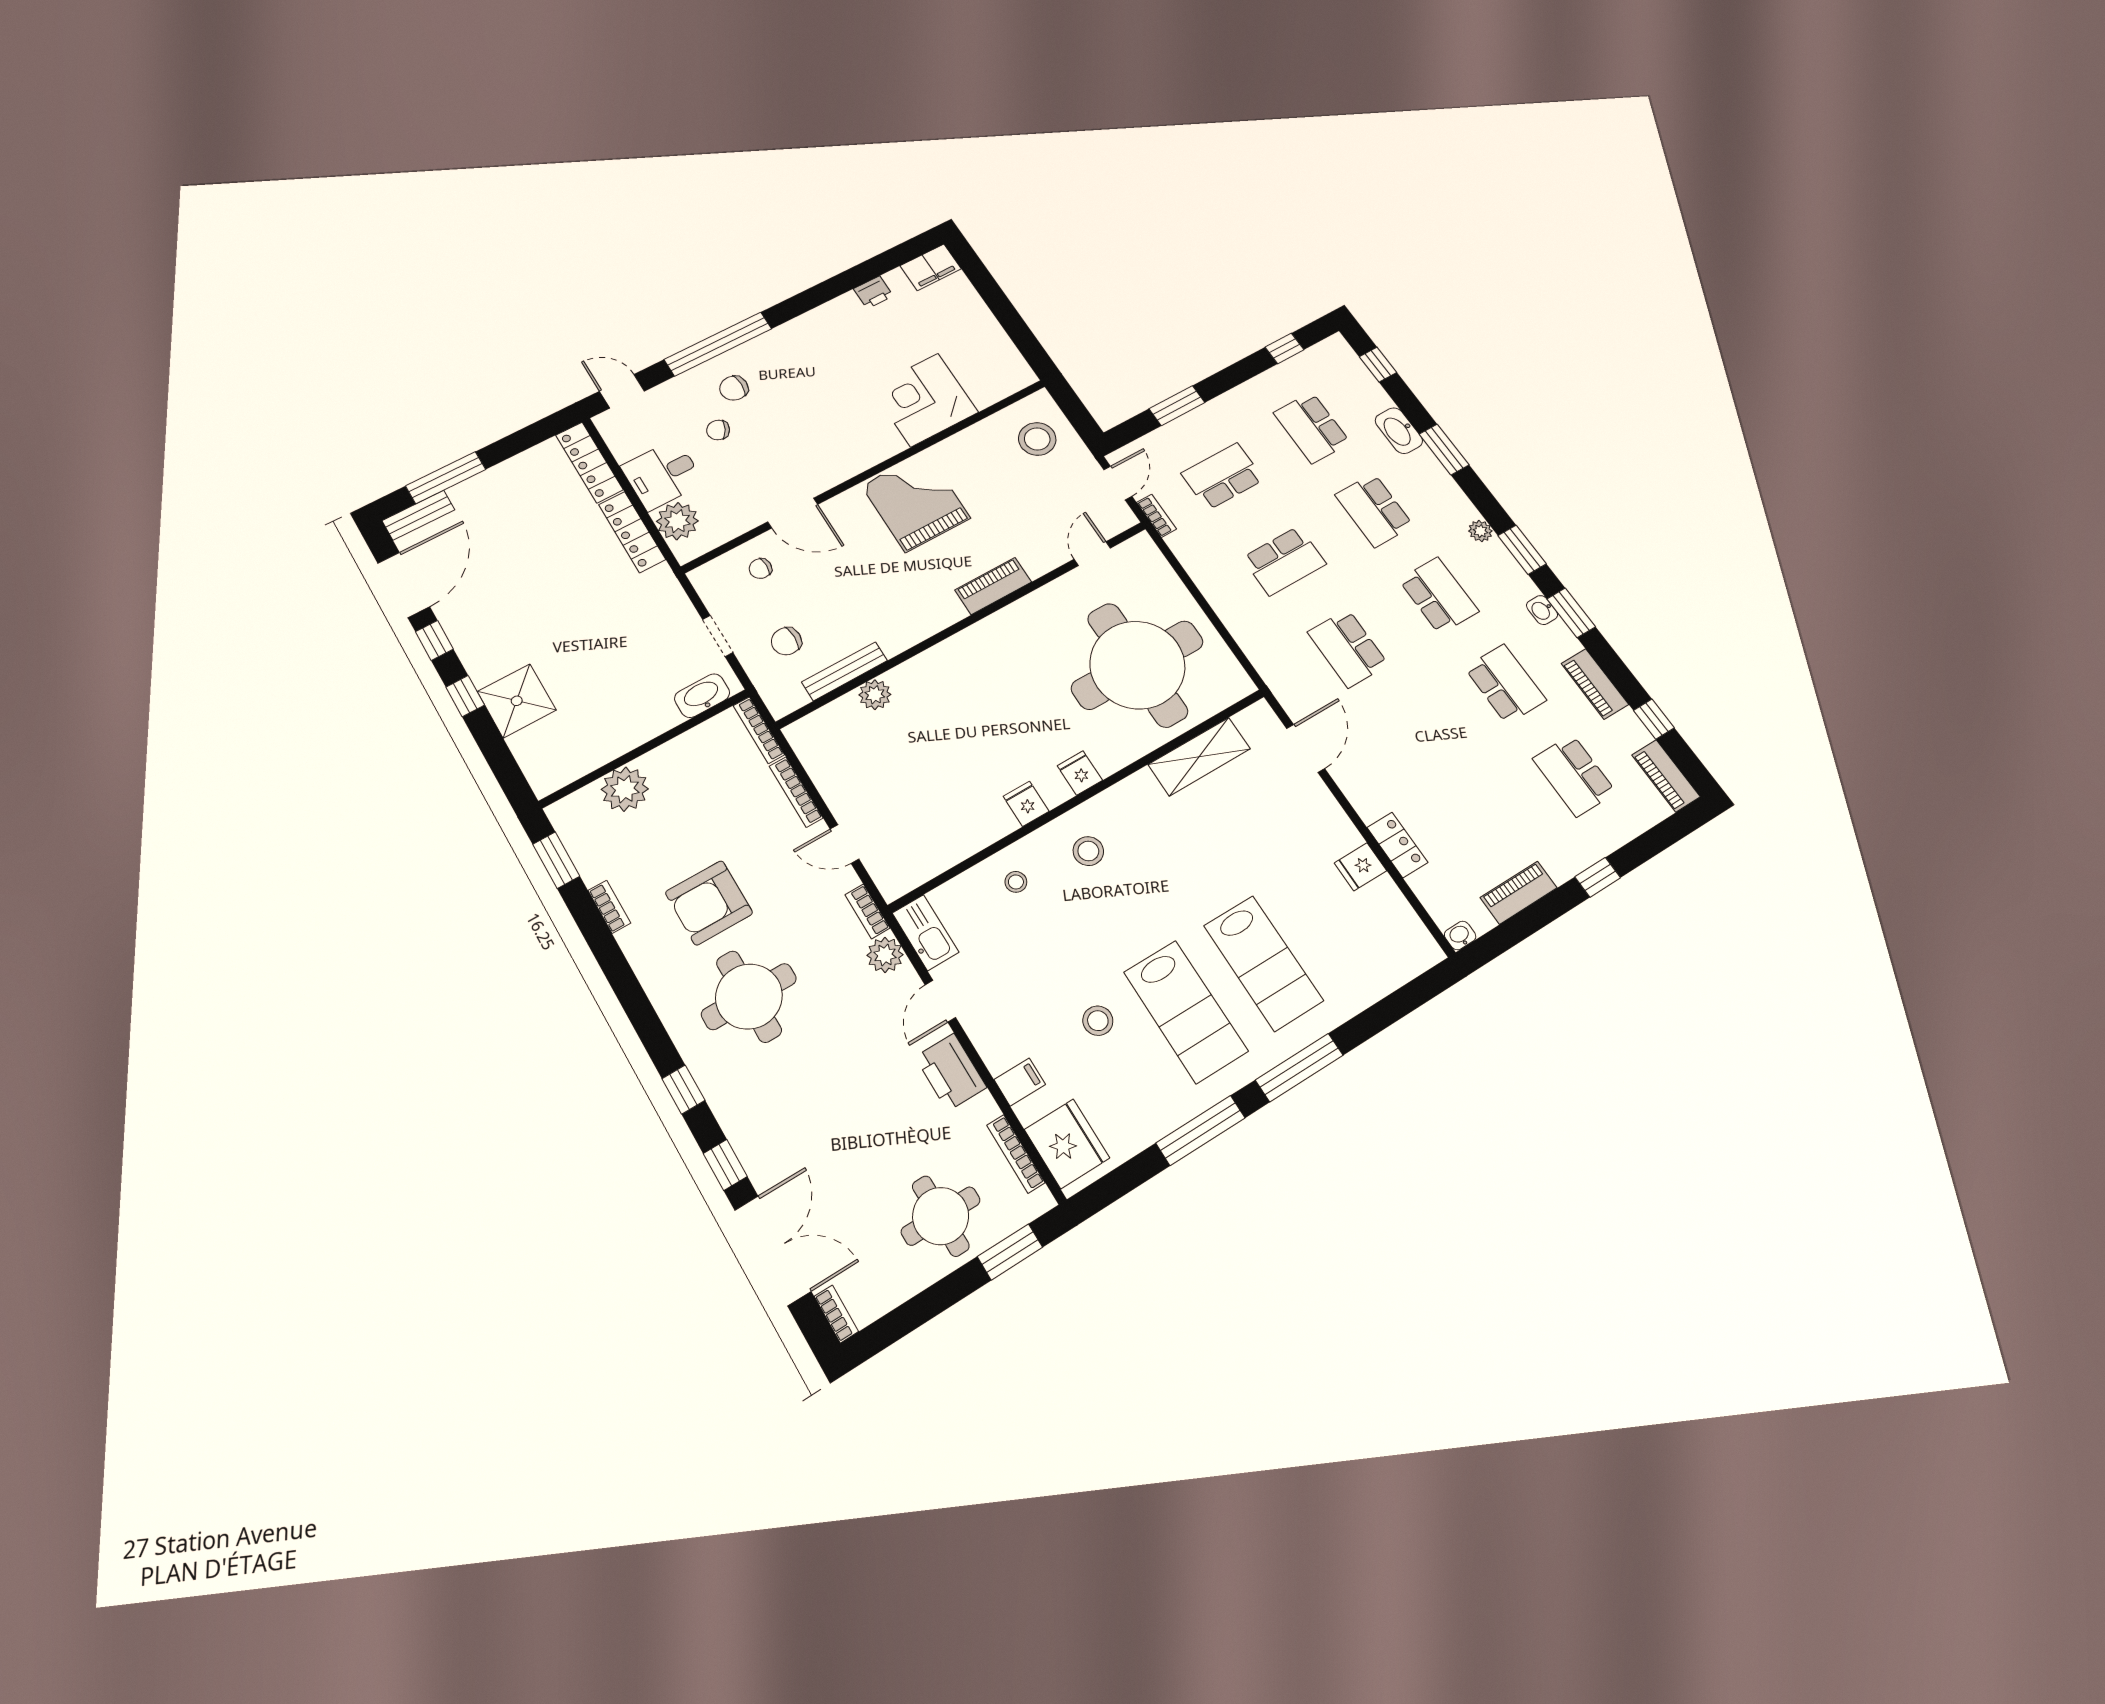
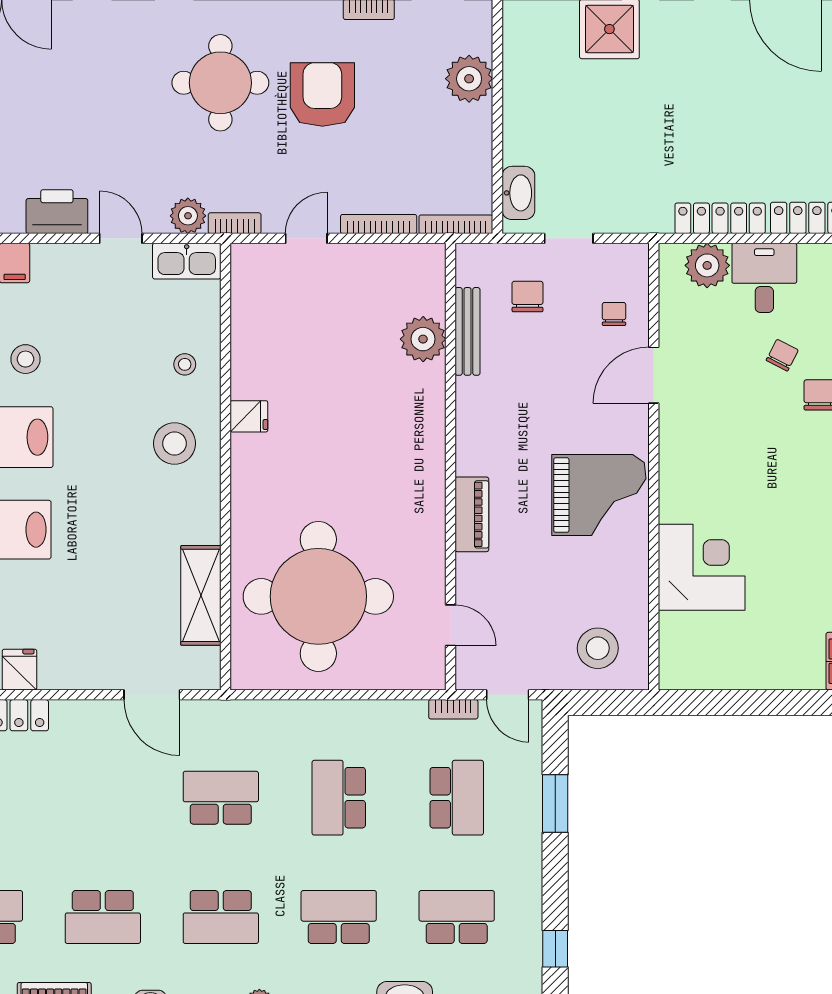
plant: (875, 695) -> (423, 339), width x1.36, depth x1.36
fridge: (1080, 773) -> (249, 481), removed
stool: (1088, 851) -> (174, 443), width x1.38, depth x1.38

